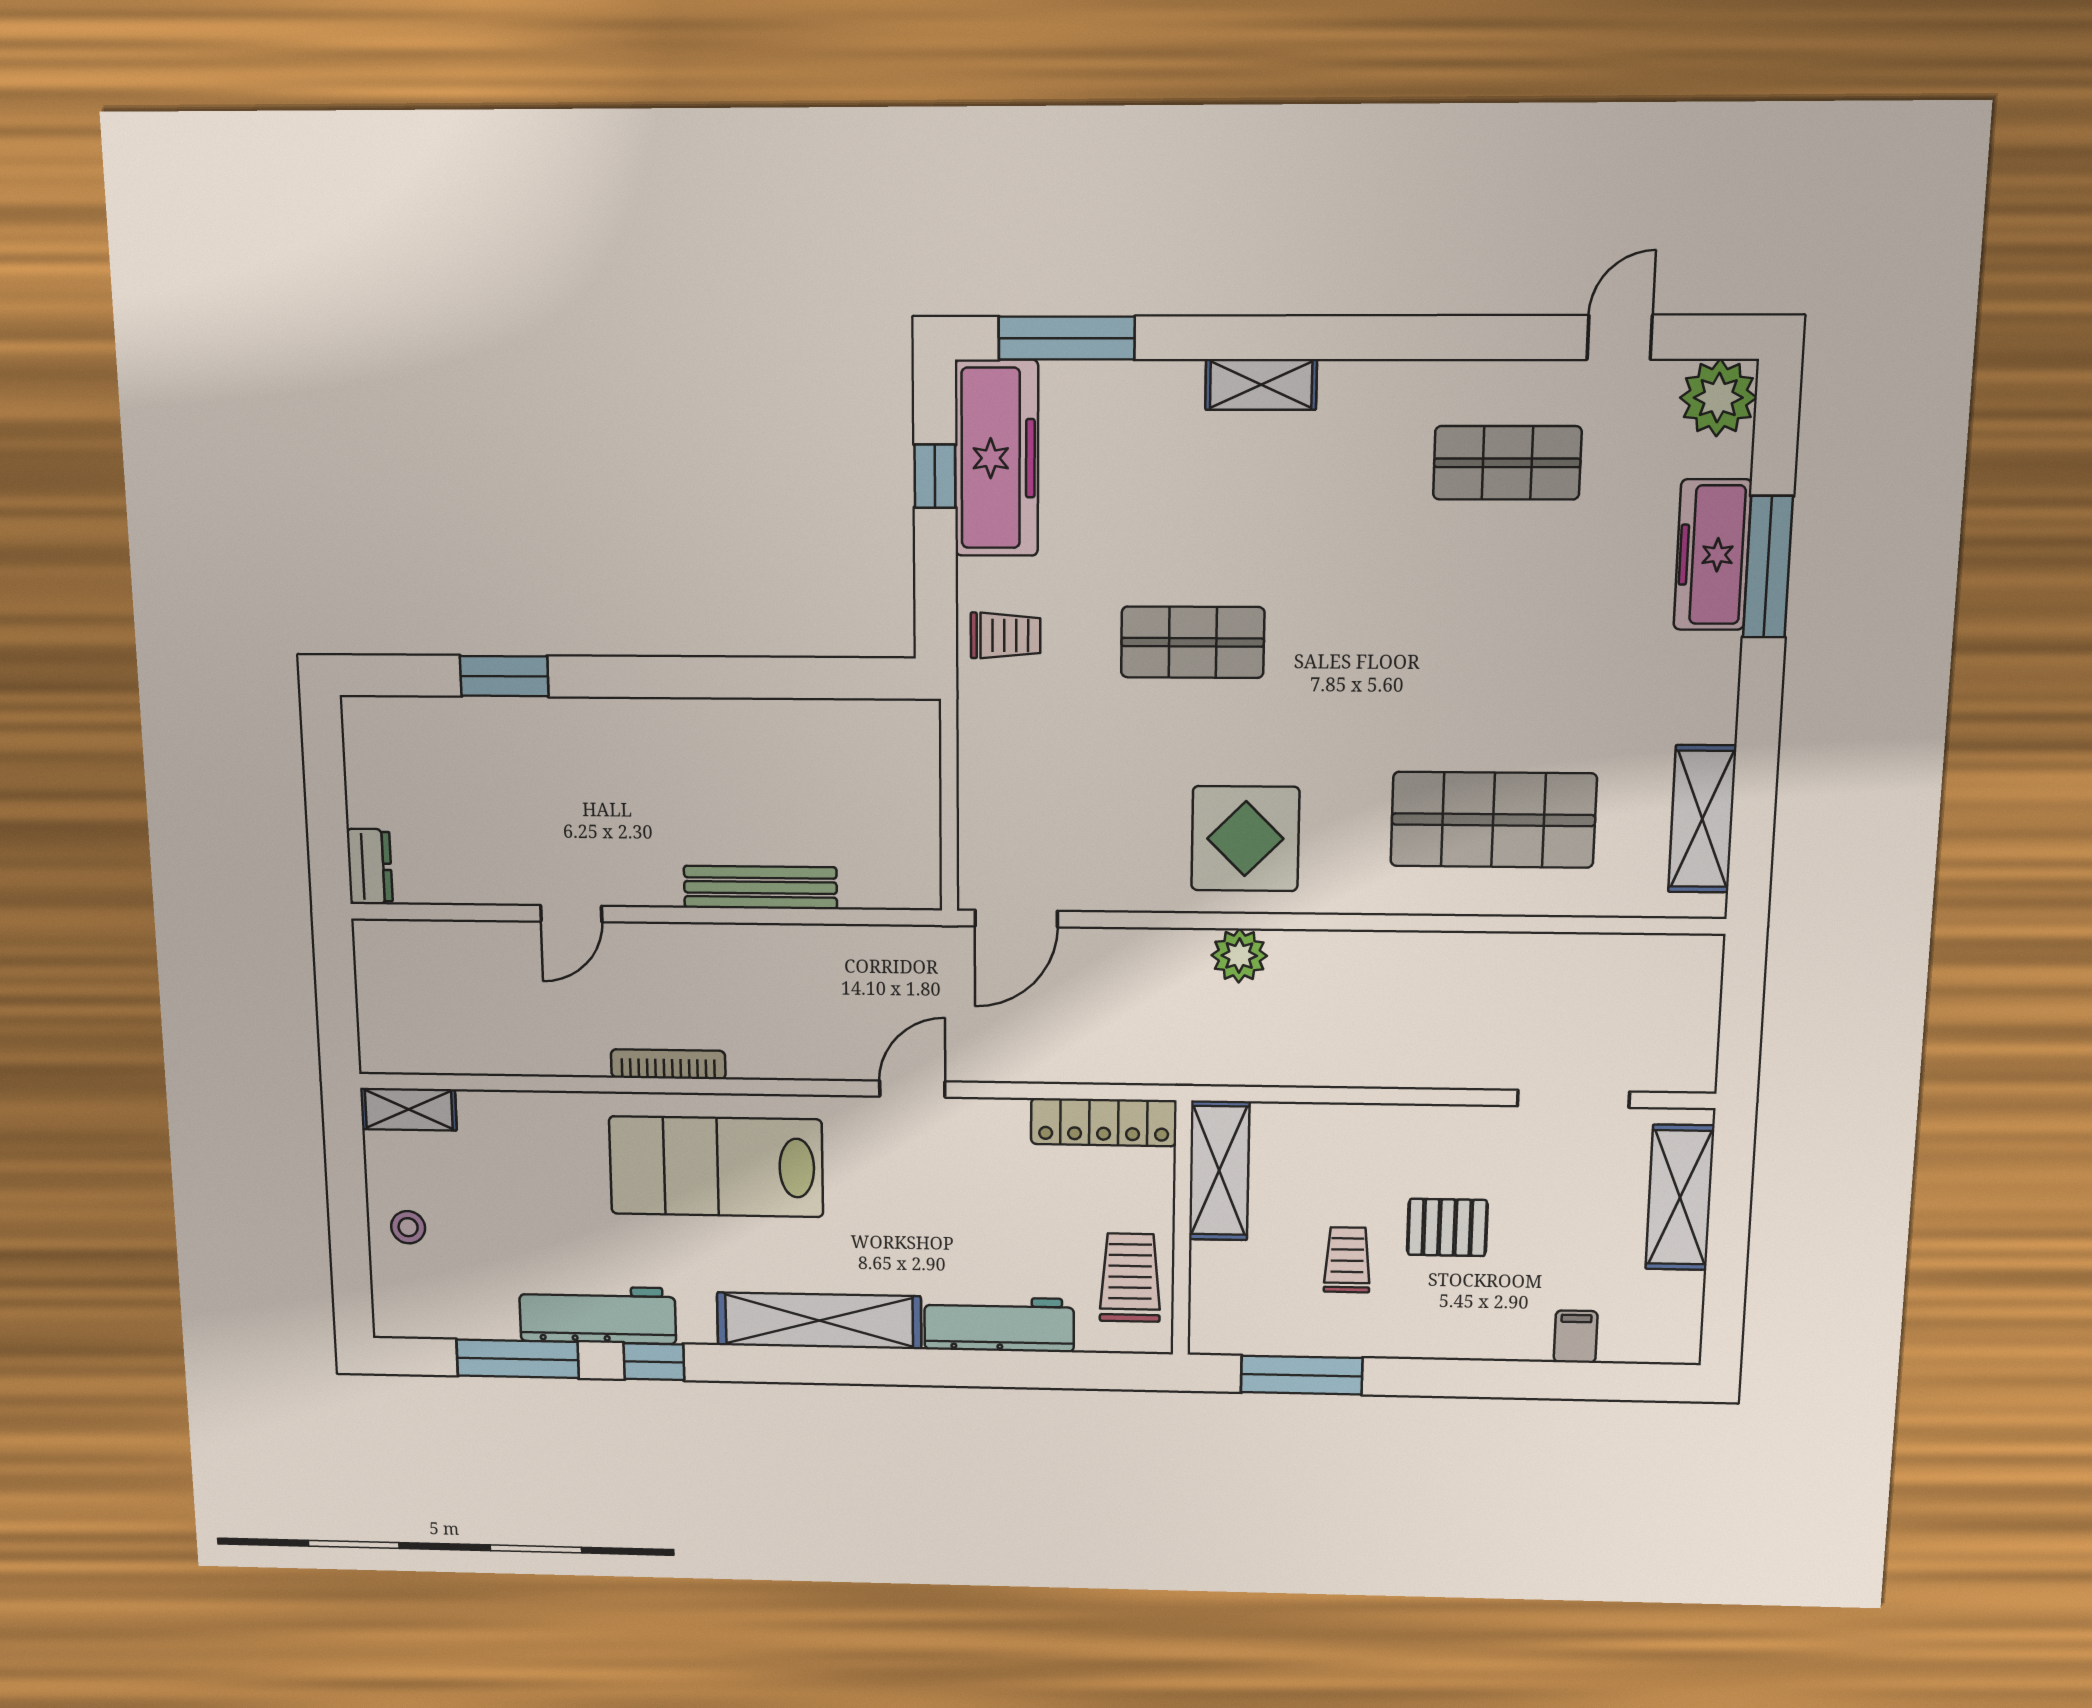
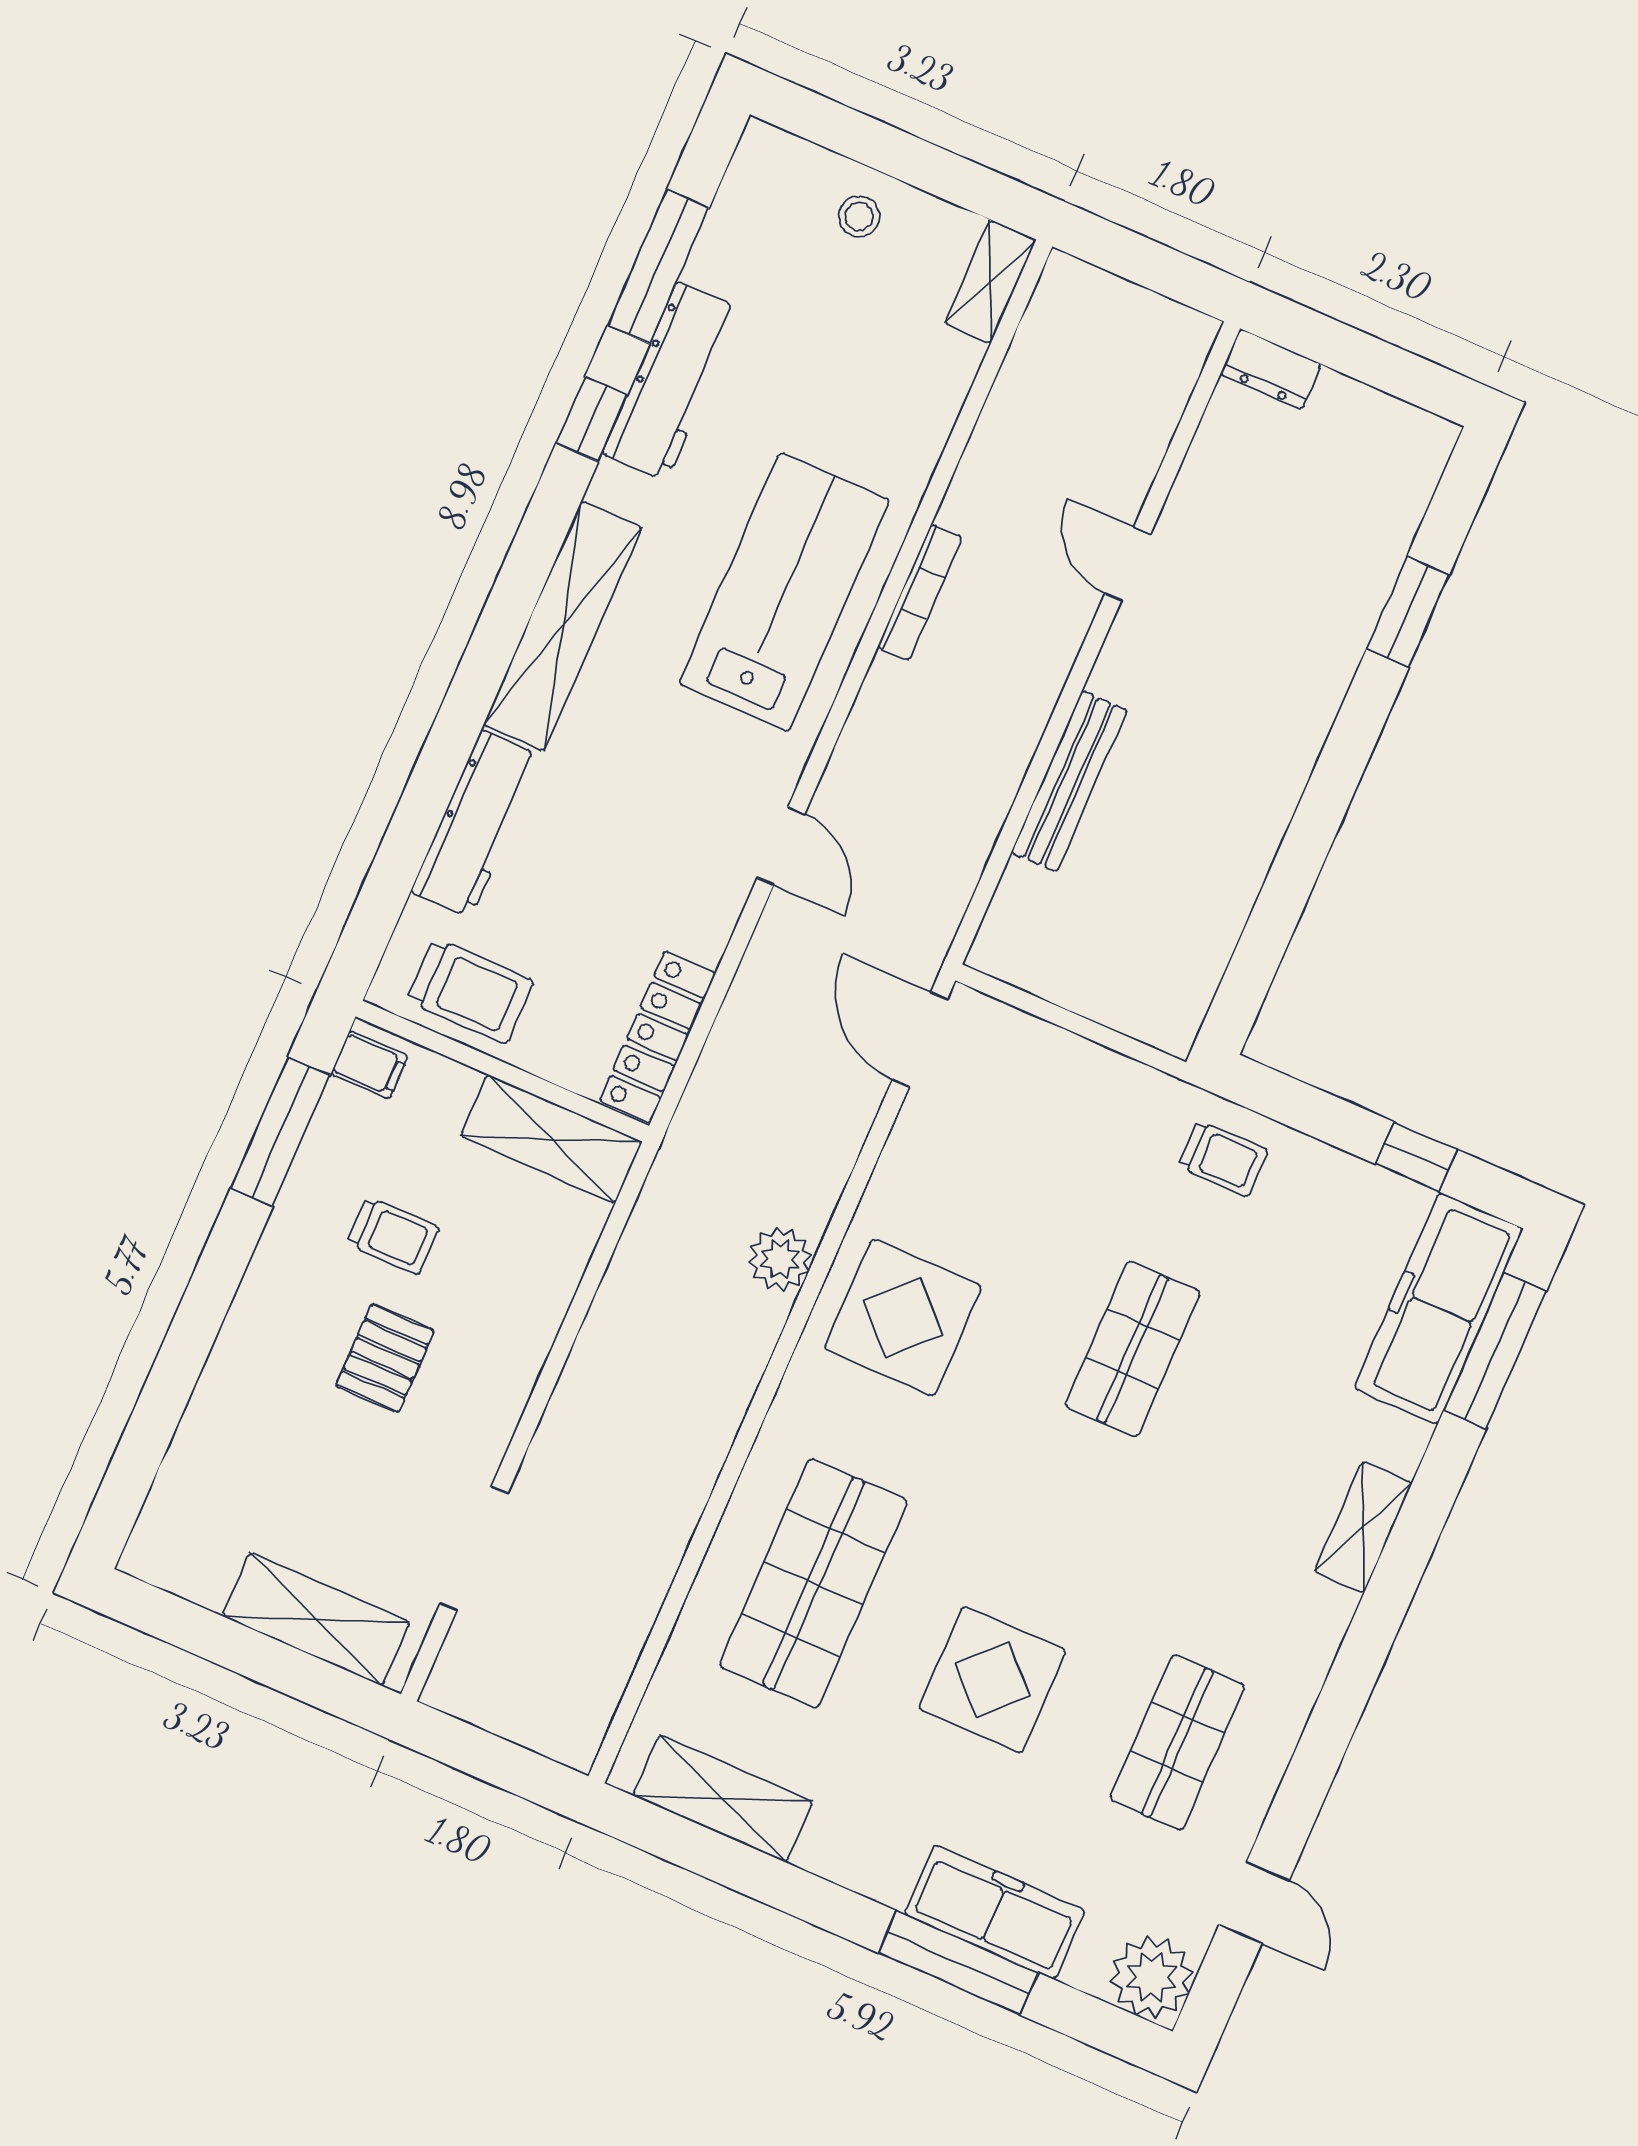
freezer: (996, 458) -> (1439, 1308), moved, turned 90
trolley: (1006, 635) -> (1223, 1158), turned -90
display table: (1515, 640) -> (993, 1680), added
filing cabinet: (1576, 1337) -> (369, 1065), moved

